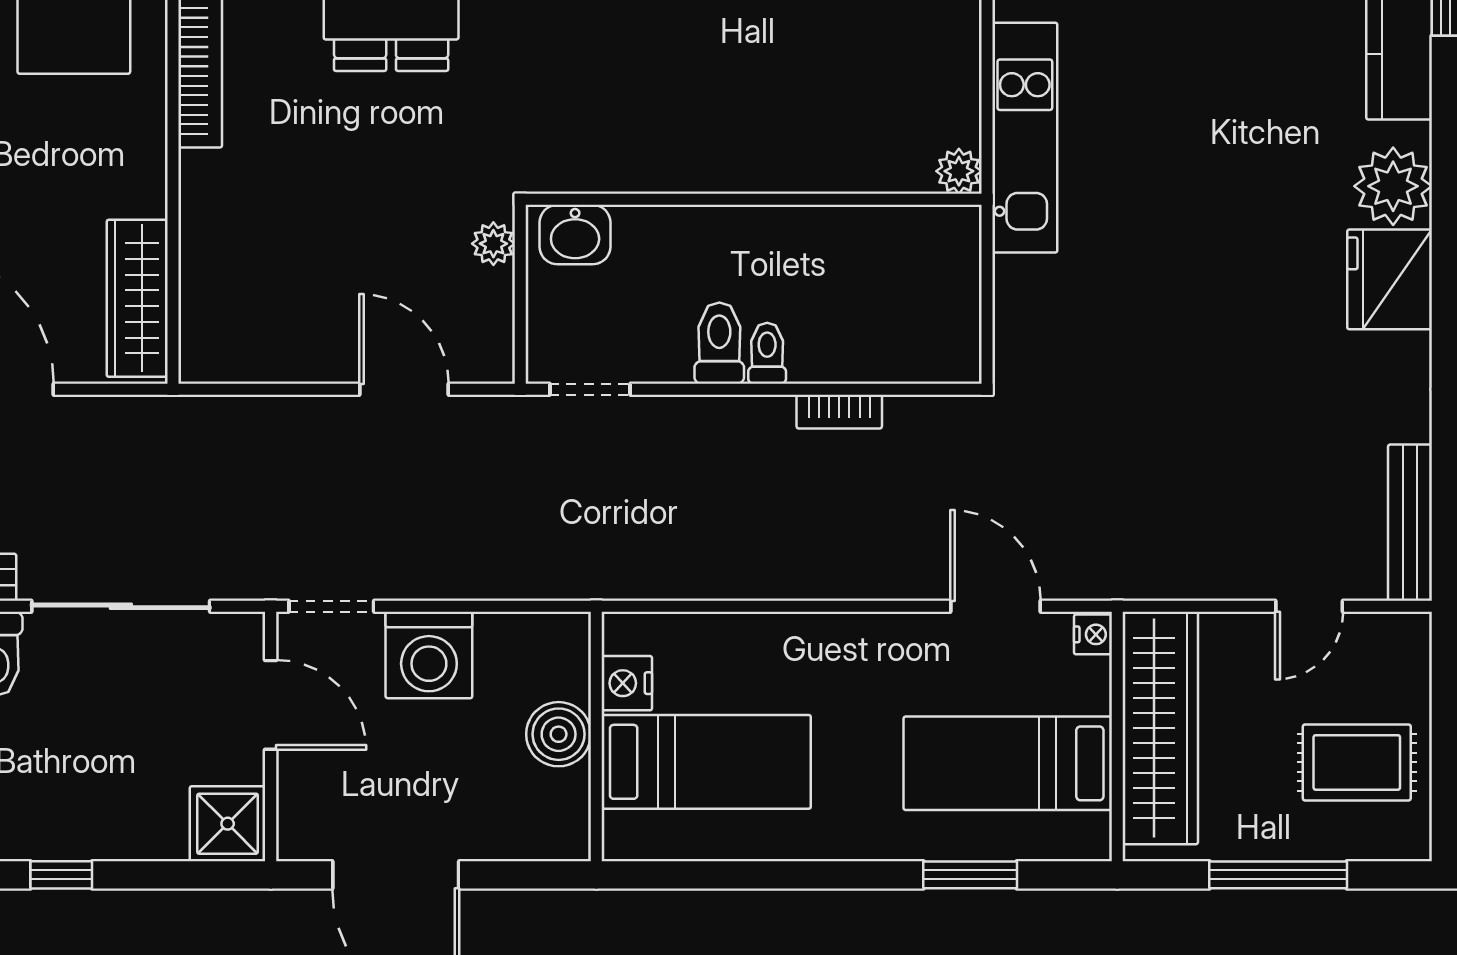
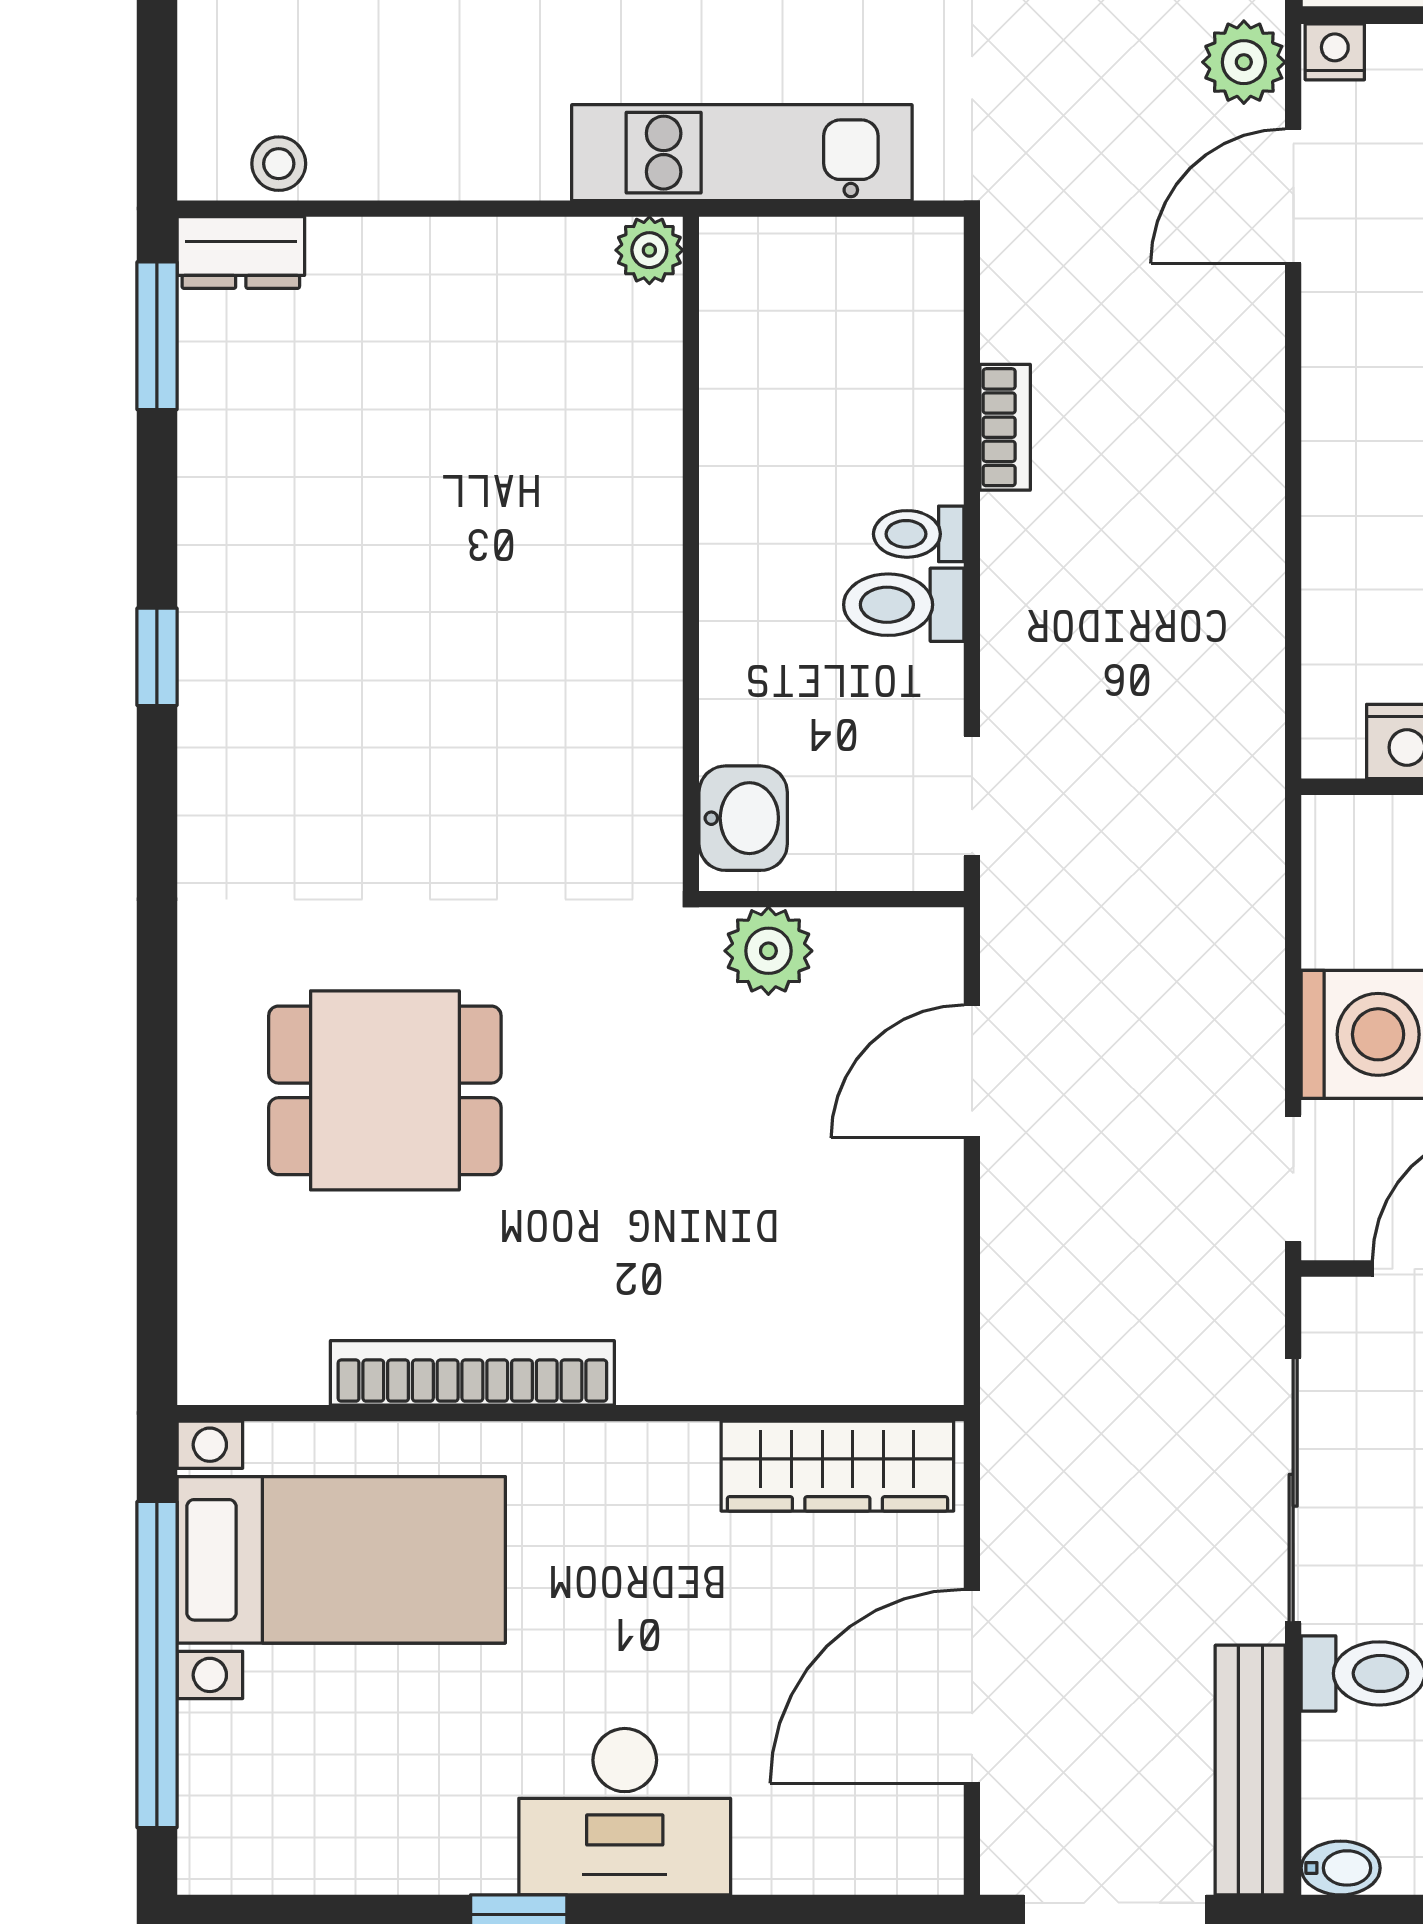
kitchen unit: (1025, 138) -> (742, 153), moved
plant: (493, 244) -> (768, 951), width x1.38, depth x1.38
plant: (1086, 573) -> (1244, 62), added

